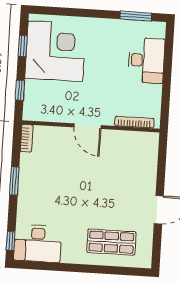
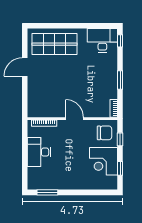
corner desk: (55, 51) -> (103, 161), width x0.74, depth x0.74
desk: (146, 60) -> (39, 152), moved
chair: (43, 102) -> (105, 133), added
shop shelf: (111, 242) -> (54, 44), width x1.43, depth x1.36

